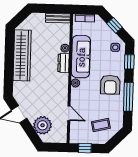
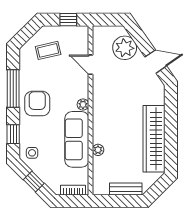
bench: (58, 18) -> (126, 189), moved
dresser: (64, 63) -> (99, 130), removed

